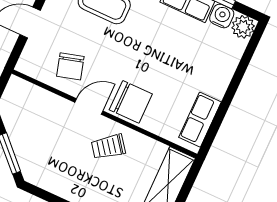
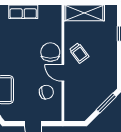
row of seats: (200, 120) -> (23, 12), moved

